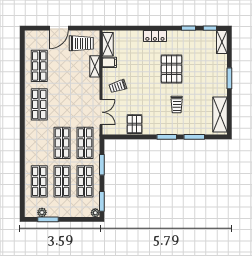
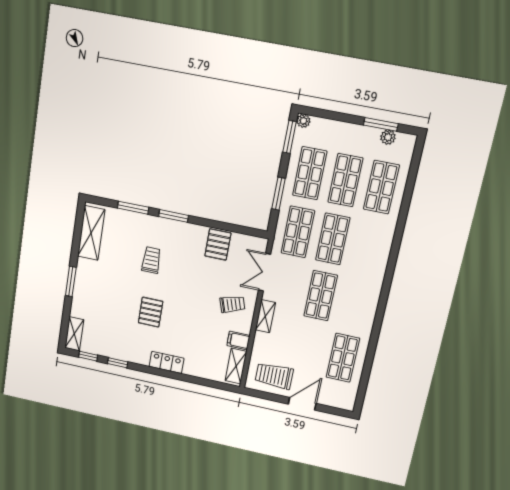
shelving: (95, 66) -> (265, 316), moved
pallet: (172, 69) -> (151, 312), width x0.67, depth x0.71
shop shelf: (39, 104) -> (321, 296), moved

